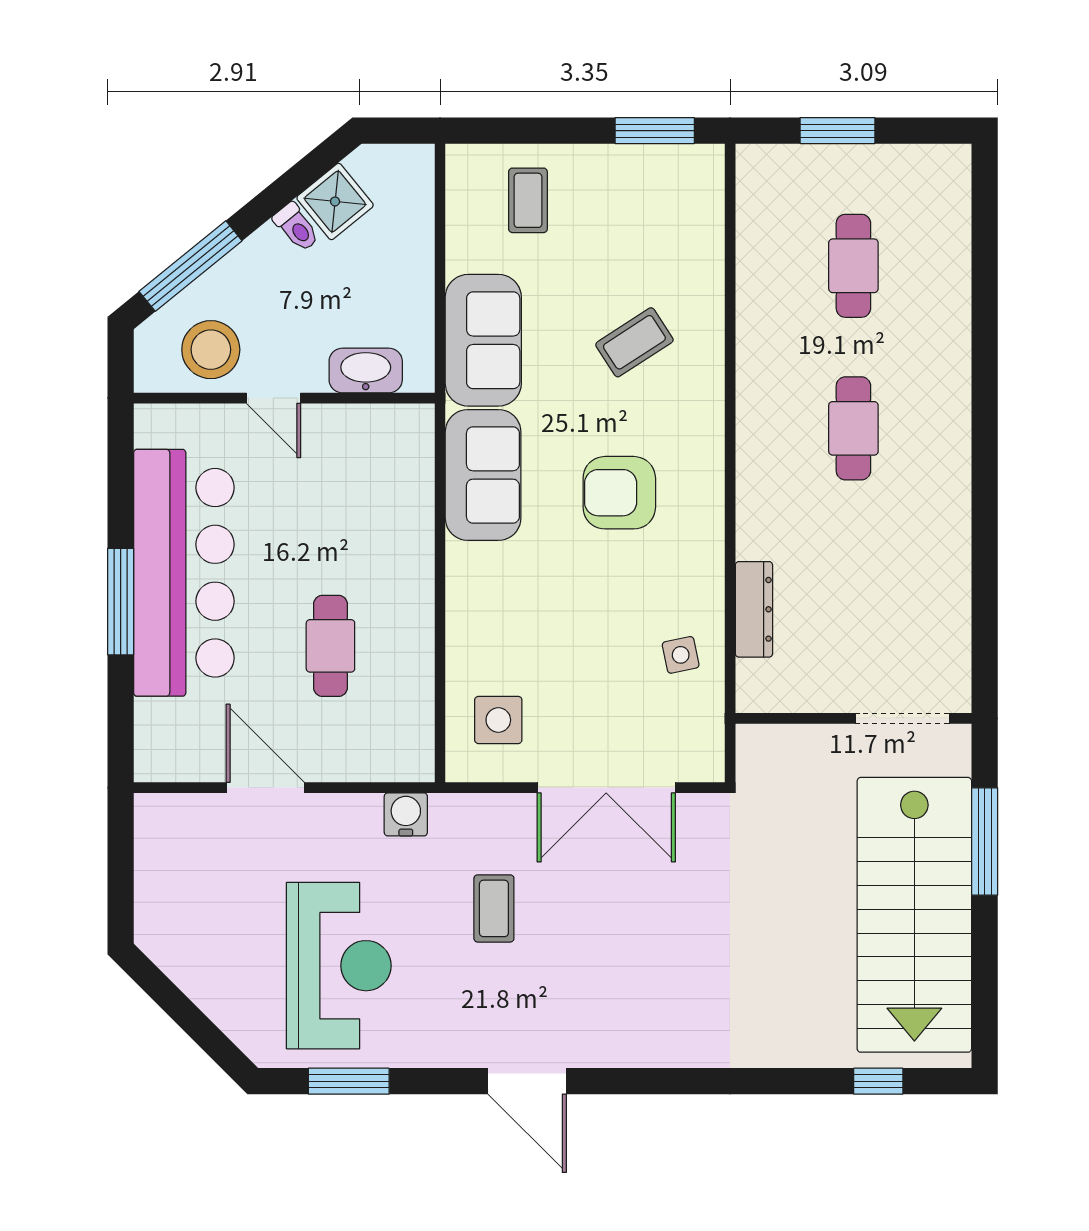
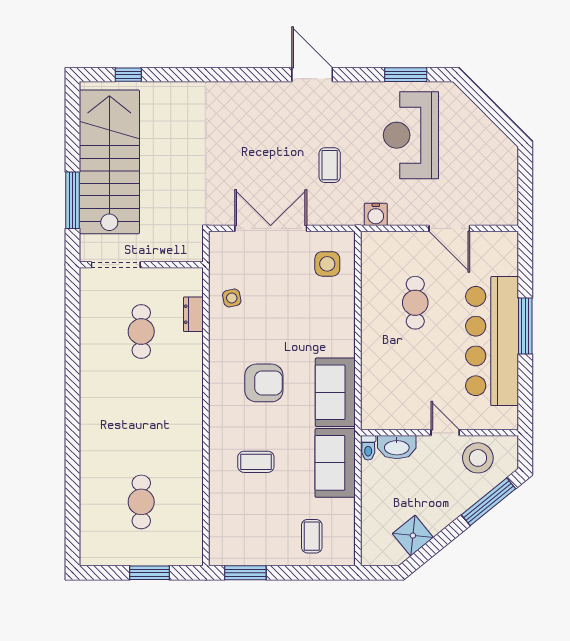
toilet: (296, 227) -> (368, 448), moved, turned -141
coffee table: (634, 342) -> (256, 462), turned 33
cafe table: (853, 428) -> (141, 332), moved
dresser: (754, 609) -> (193, 314), width x0.70

